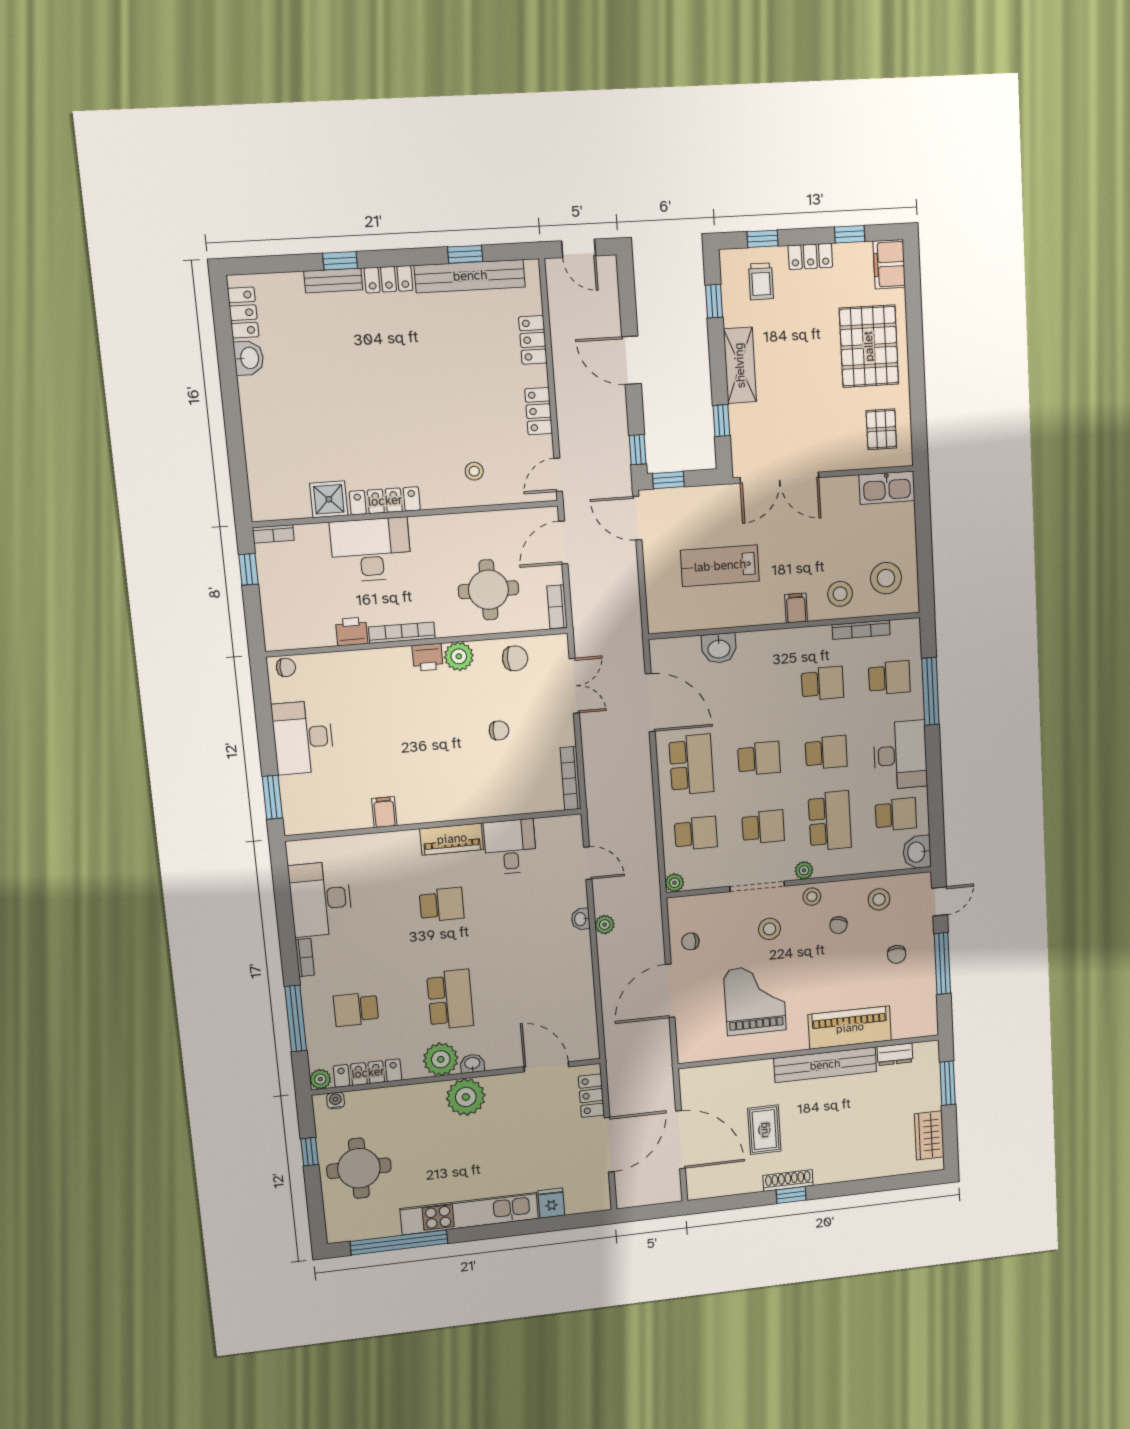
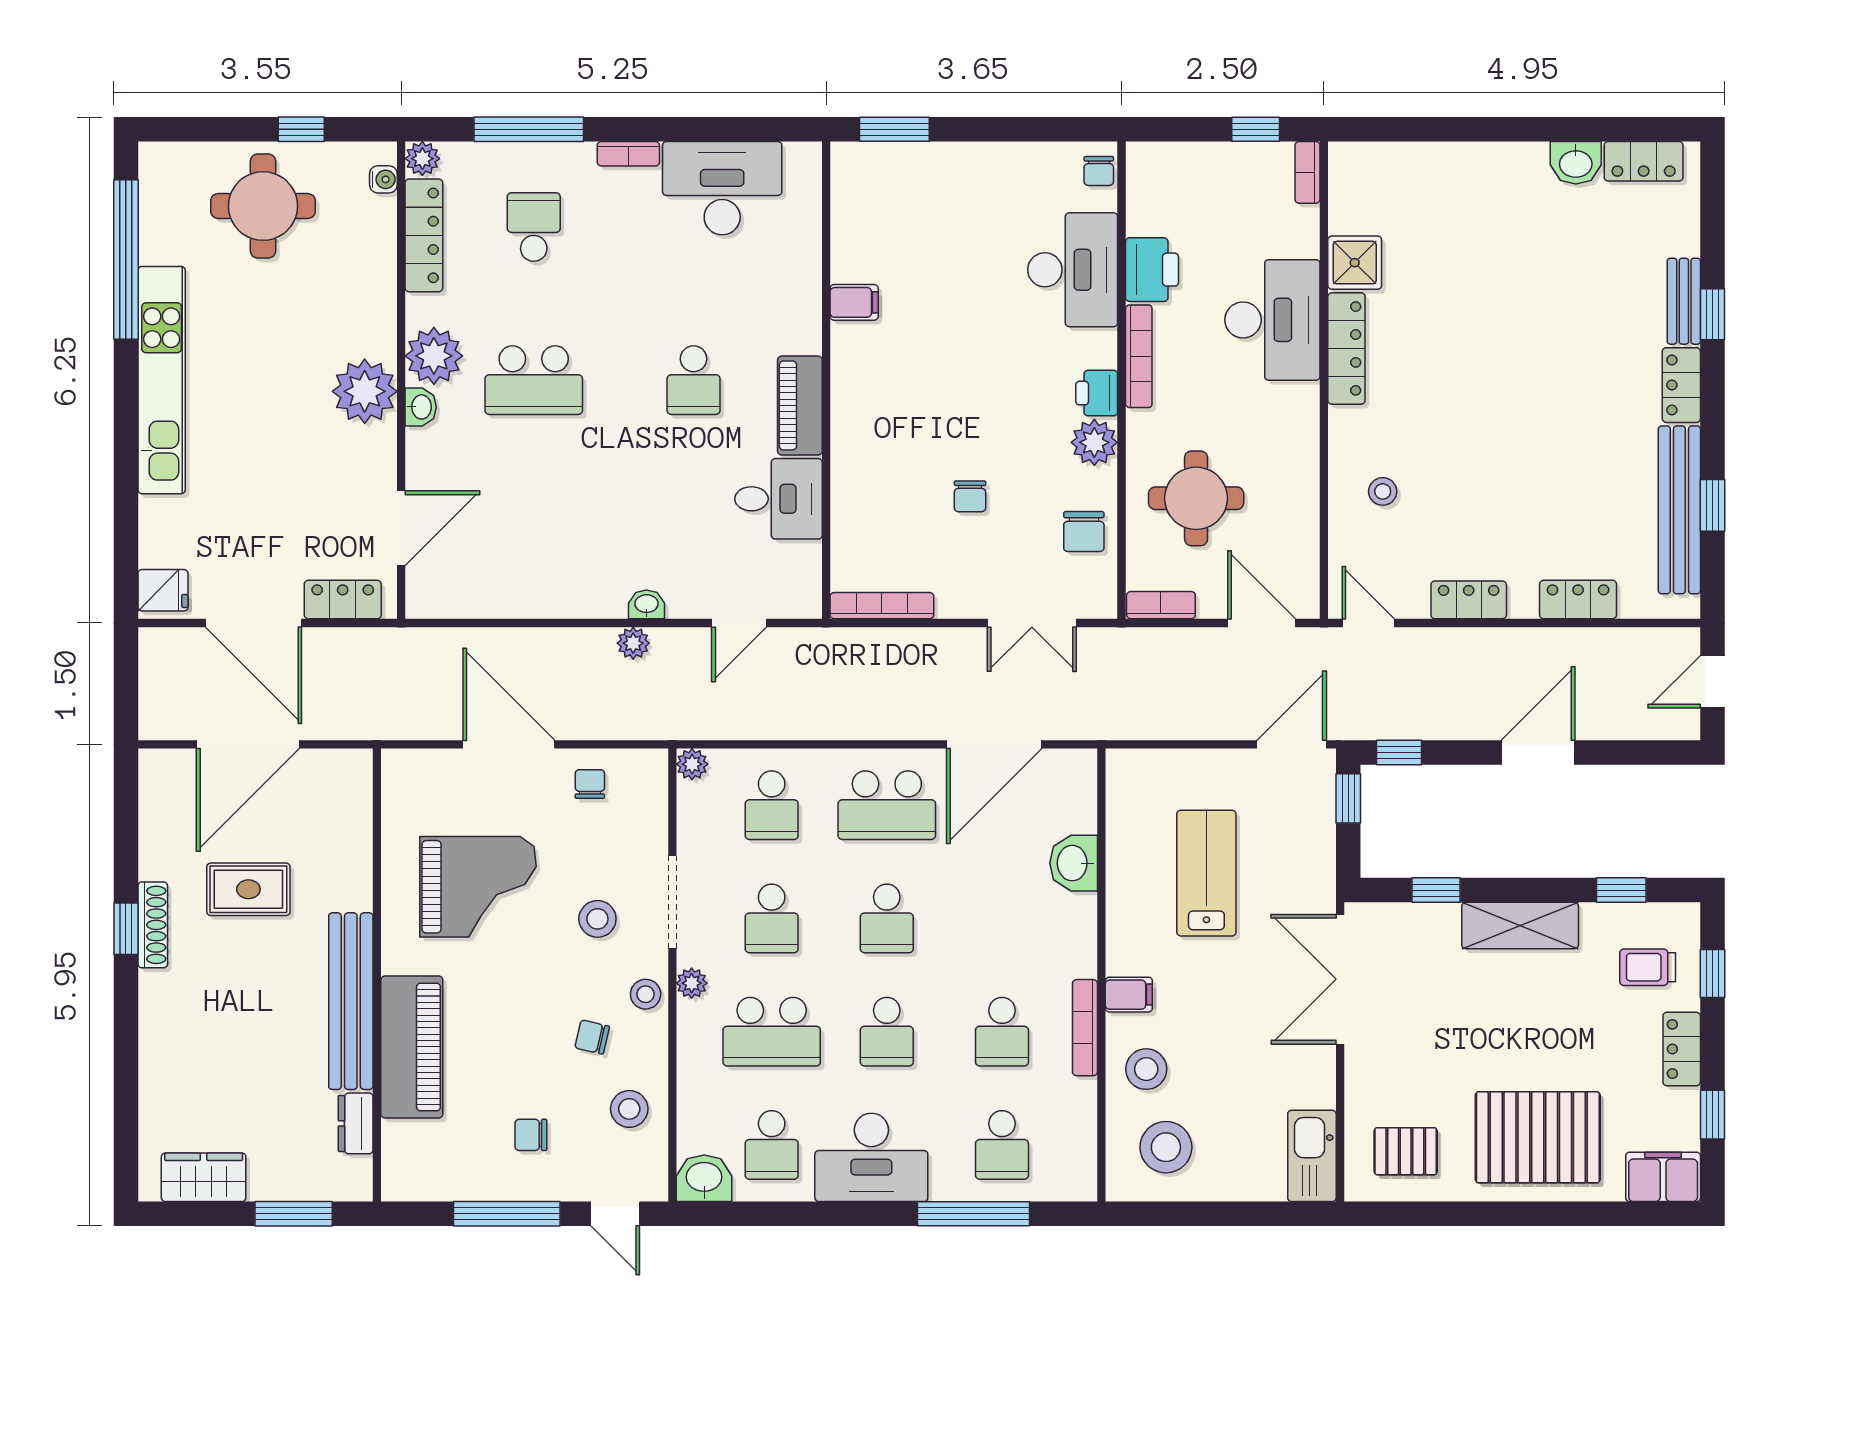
bookcase: (861, 630) -> (1085, 1028), moved
printer: (352, 631) -> (1152, 270), width x1.36, depth x1.24
desk: (303, 737) -> (1073, 270), moved, turned 90
fridge: (551, 1203) -> (163, 590), moved

